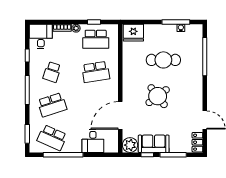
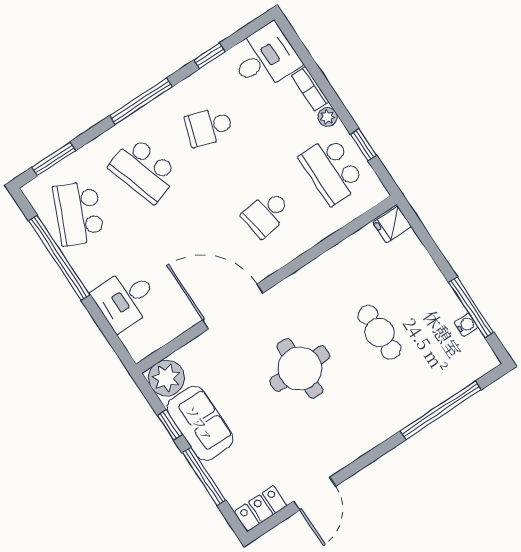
fridge: (133, 33) -> (392, 225), width x0.53, depth x0.75
cafe table: (163, 60) -> (379, 332), width x0.73, depth x0.74
school desk: (96, 72) -> (266, 214), width x0.54
round table: (158, 96) -> (300, 368), turned 37
door: (120, 115) -> (233, 306), moved

